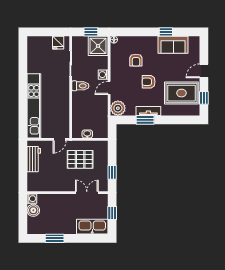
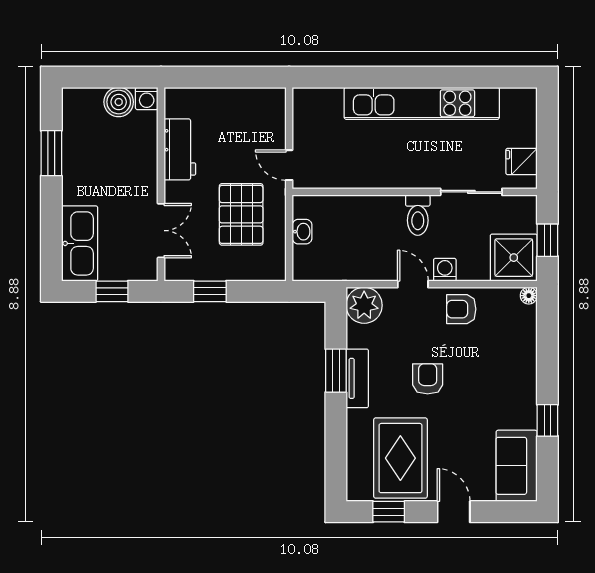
sofa: (173, 45) -> (517, 466), moved
armchair: (136, 60) -> (461, 309), moved
kitchen unit: (34, 106) -> (422, 103), moved
workbench: (34, 159) -> (180, 149), moved, turned -90

